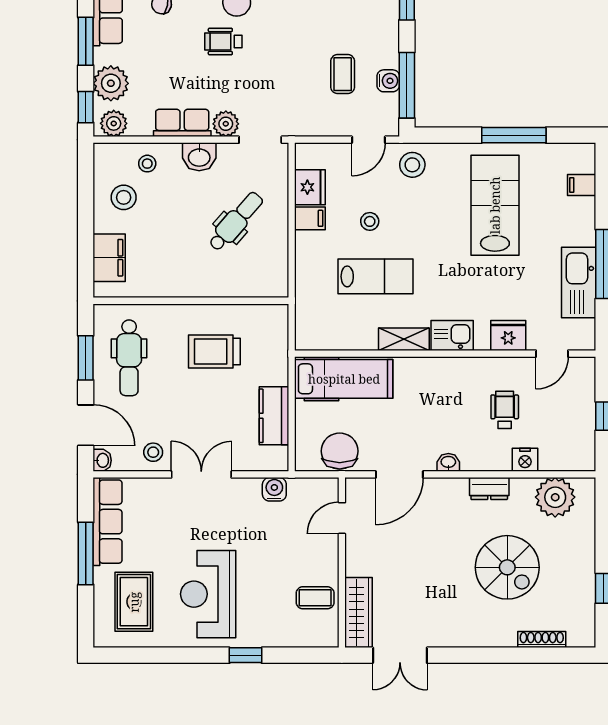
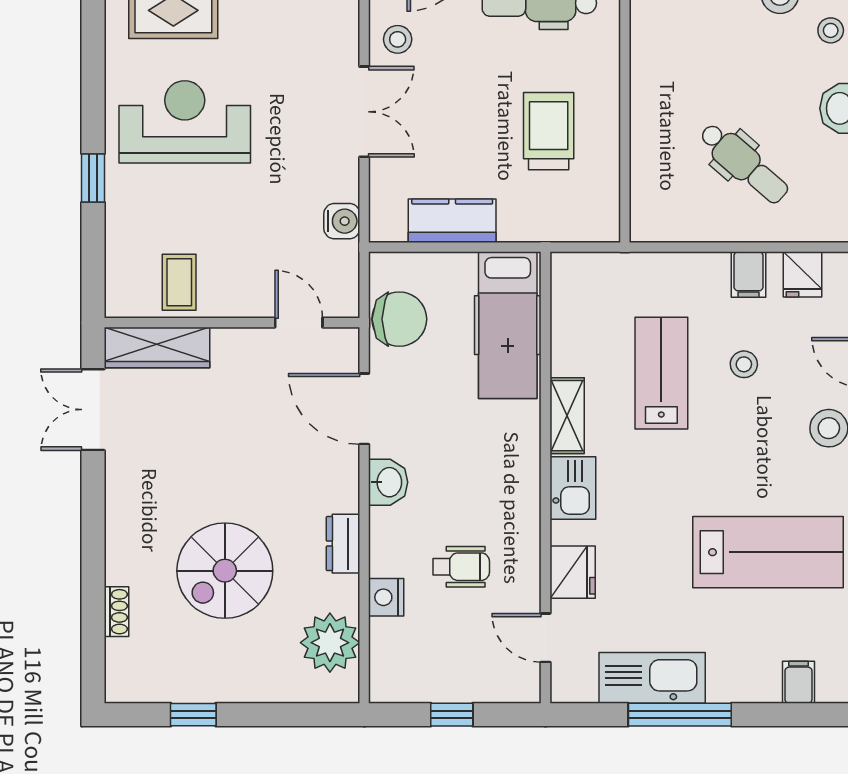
fridge: (310, 187) -> (803, 274), width x0.72
lab bench: (376, 276) -> (661, 373), turned 180
washbasin: (448, 462) -> (388, 482), width x1.38, depth x1.45
shoe rack: (542, 640) -> (116, 612), width x0.70

